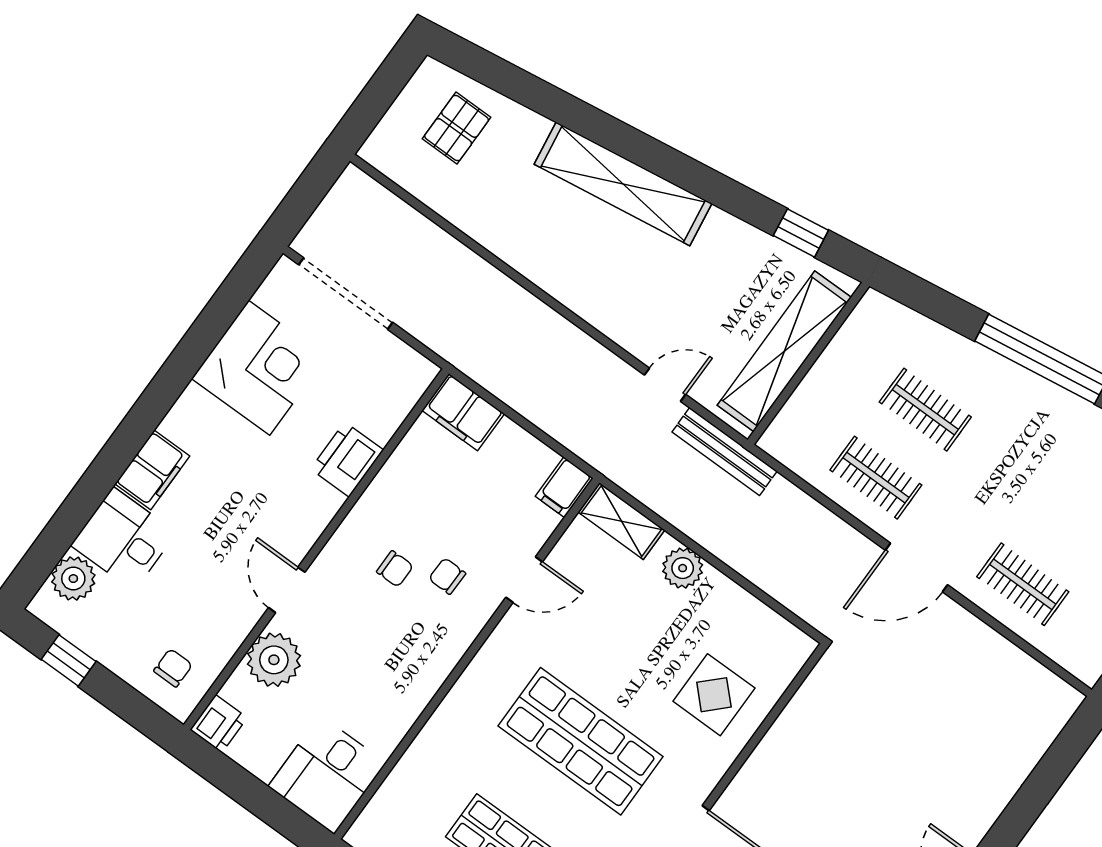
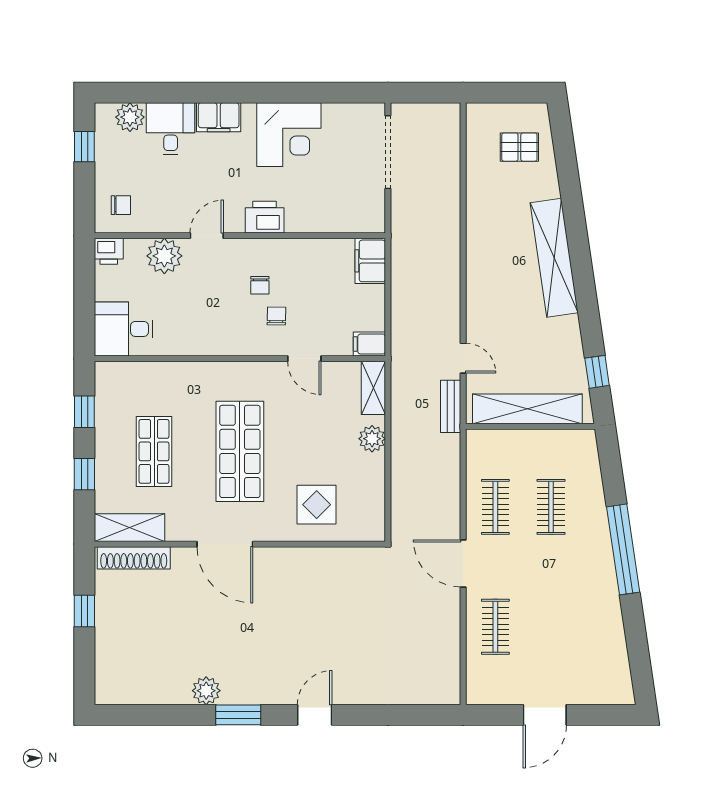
corner desk: (259, 368) -> (289, 135), moved
bench: (725, 451) -> (451, 406), width x0.73
printer: (347, 459) -> (265, 217), moved

